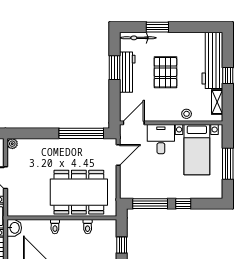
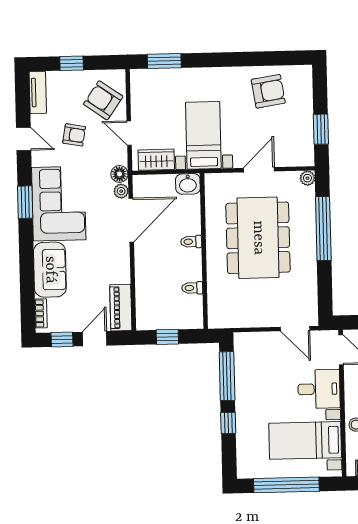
window: (81, 133) -> (323, 228), moved
window: (228, 164) -> (286, 485), width x1.46
dining table: (79, 192) -> (258, 238), moved

